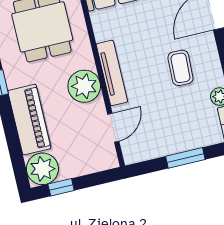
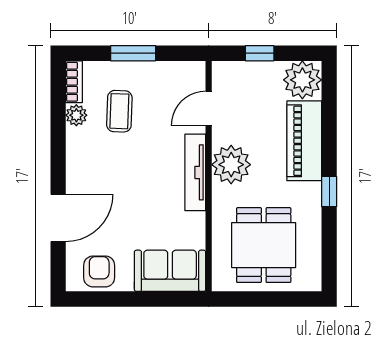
coffee table: (180, 68) -> (119, 111), moved
window: (61, 187) -> (260, 53), moved

